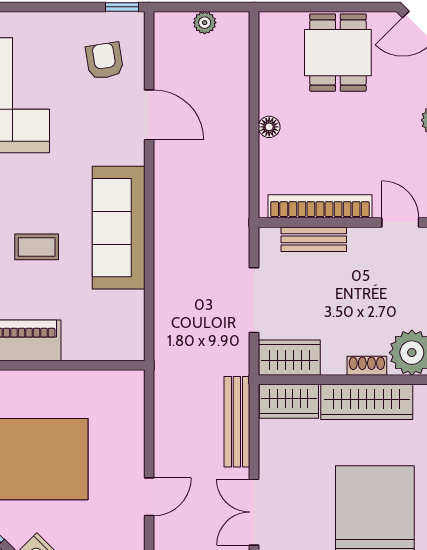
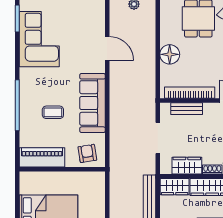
armchair: (105, 61) -> (87, 153), moved
floor lamp: (269, 127) -> (170, 54), width x1.89, depth x1.89
wardrobe: (289, 358) -> (187, 166), moved

